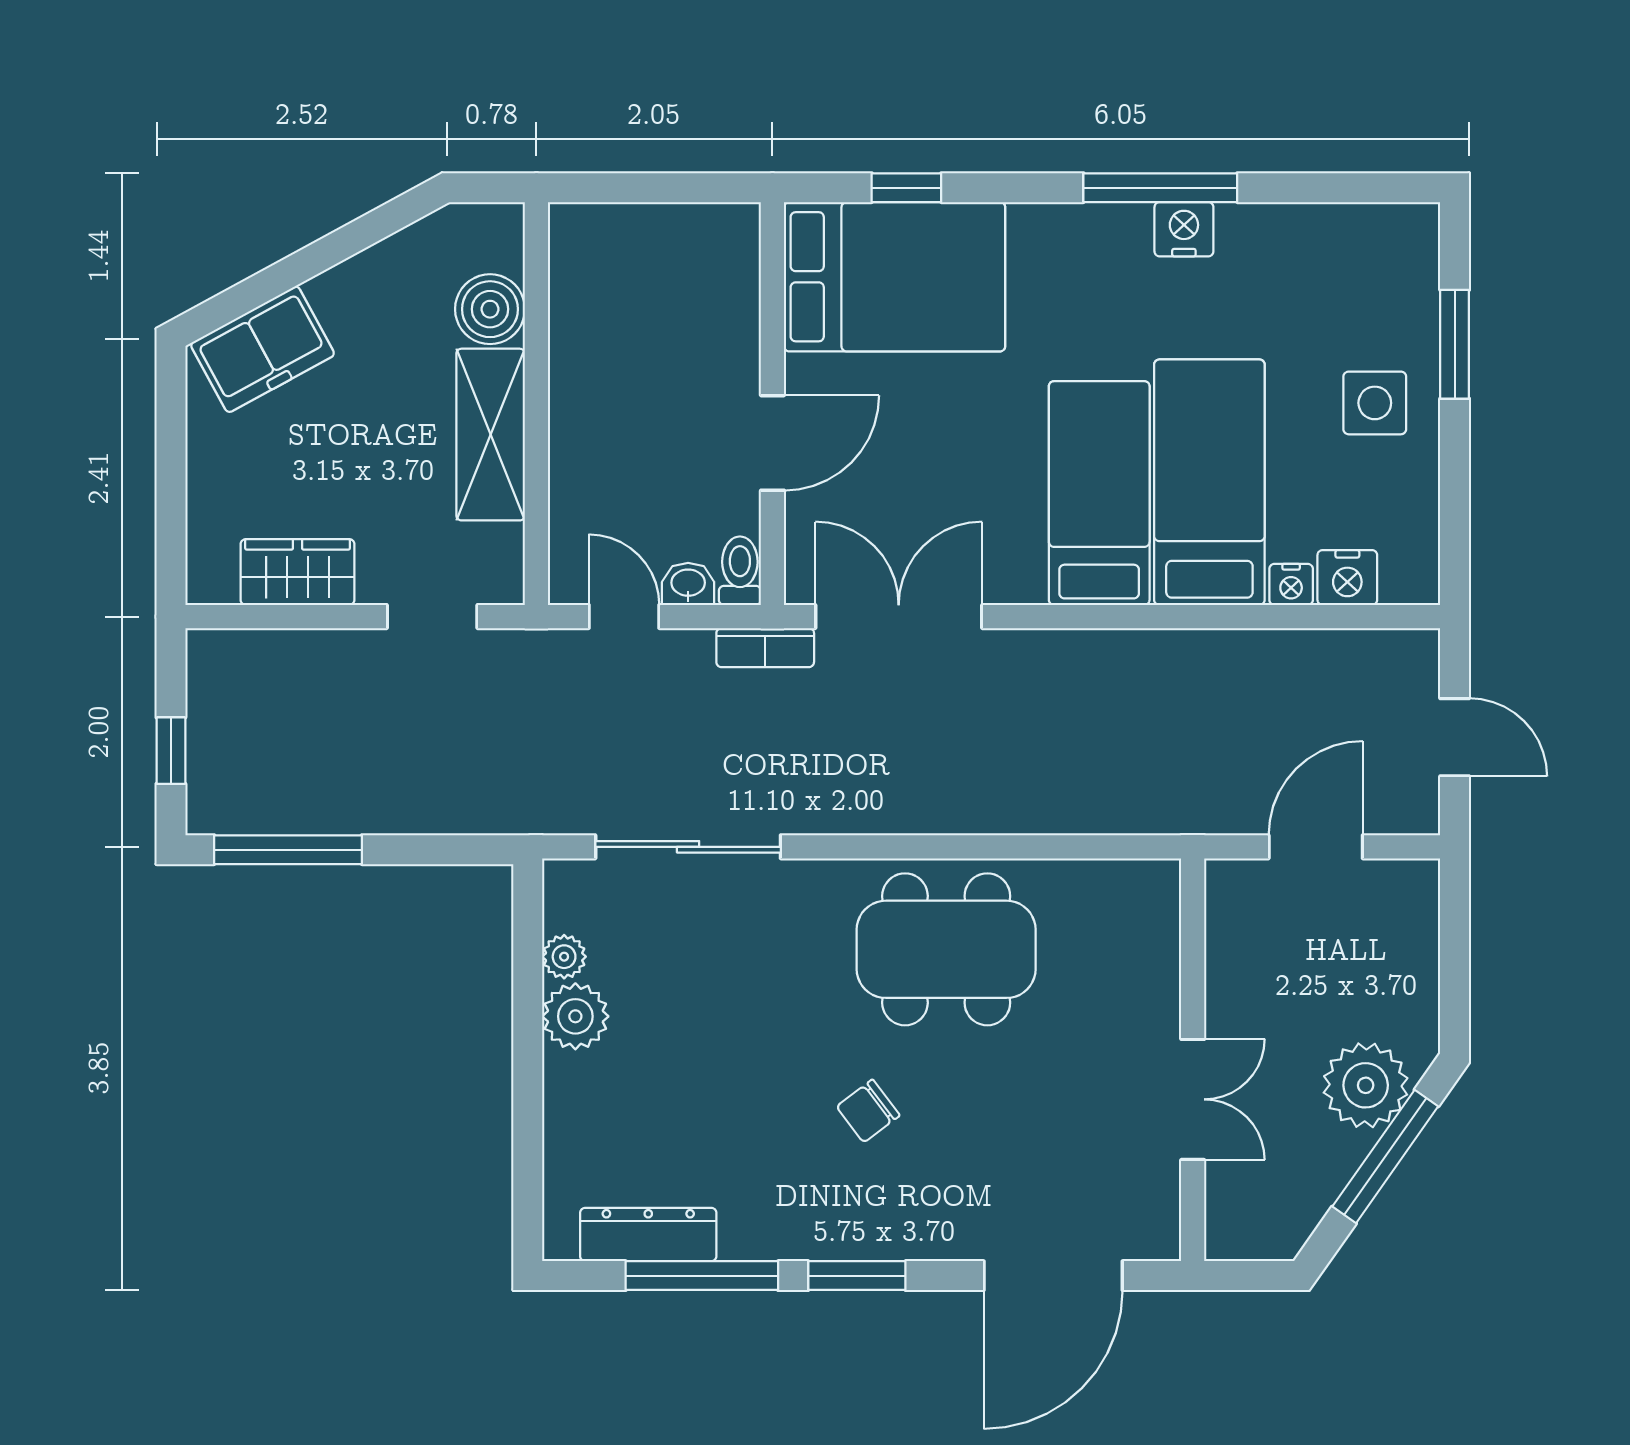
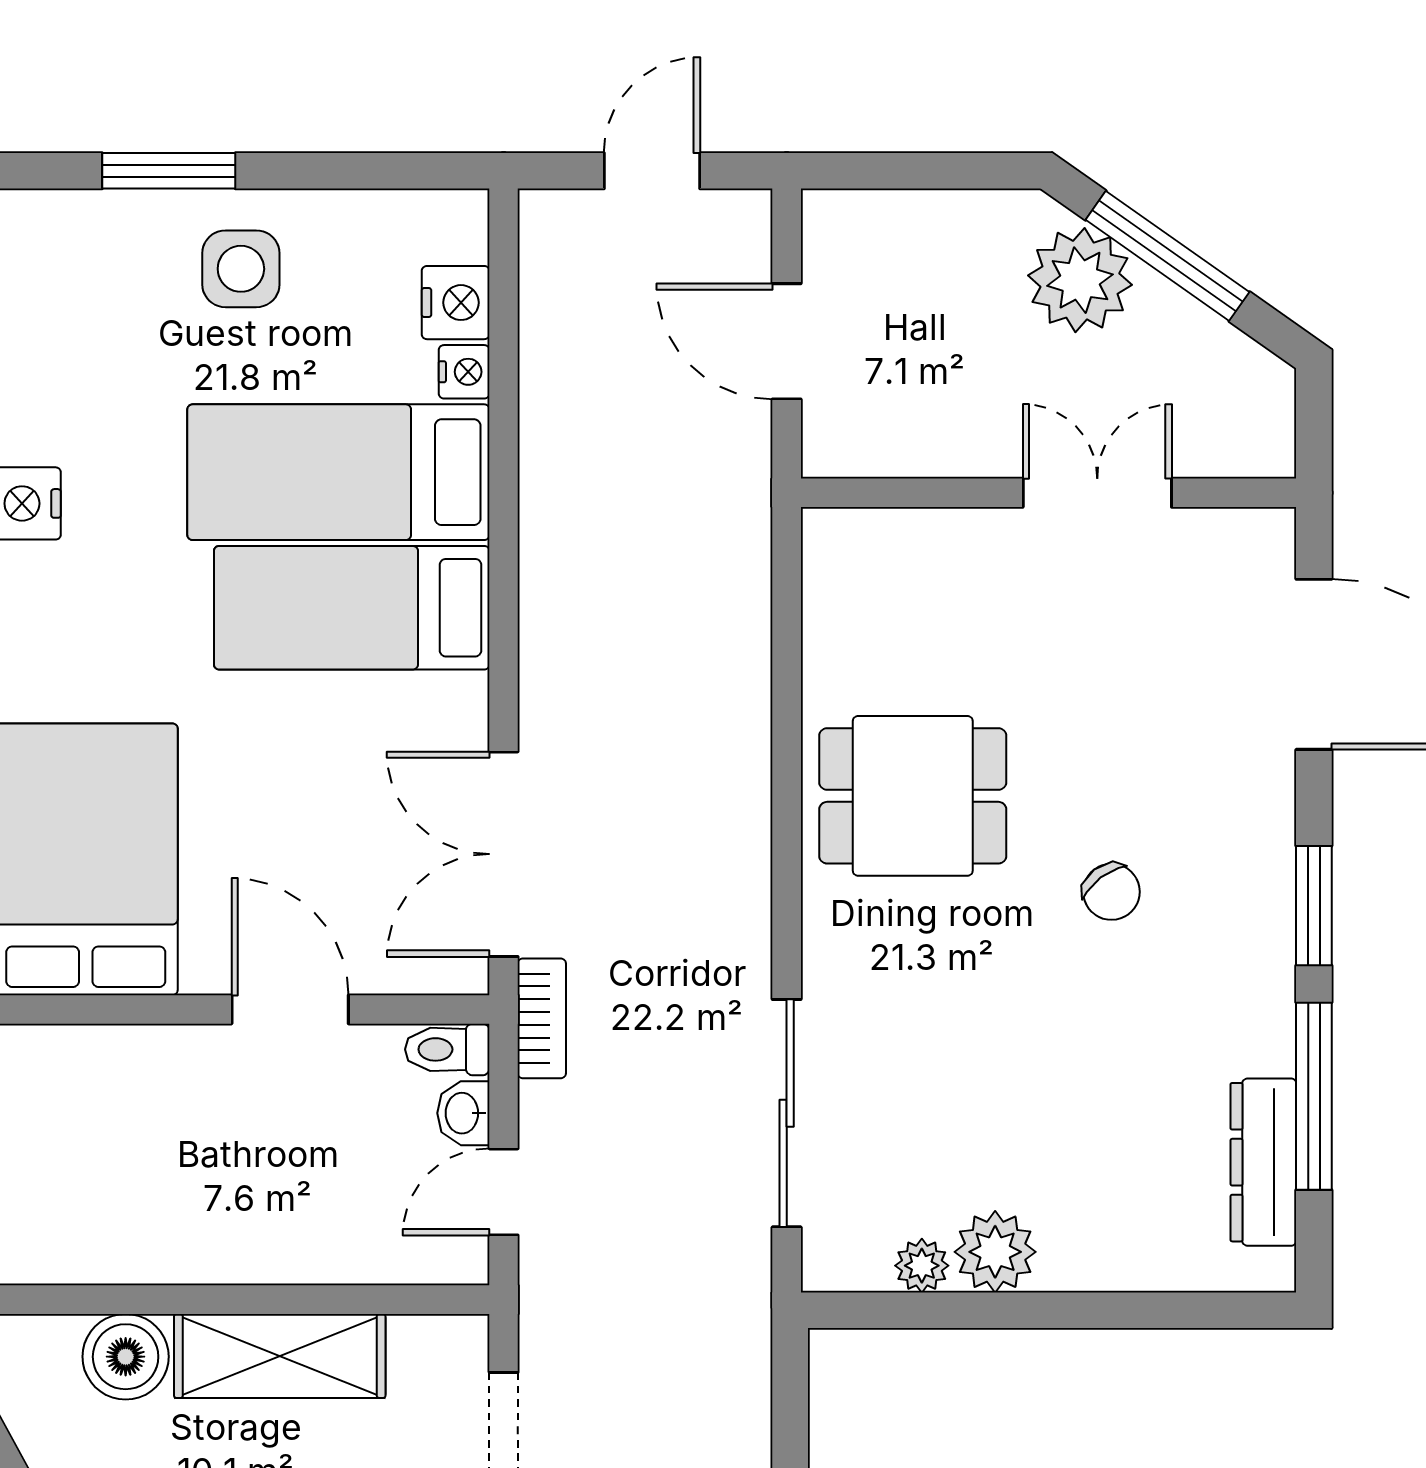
dining table: (946, 949) -> (913, 796), width x0.73

